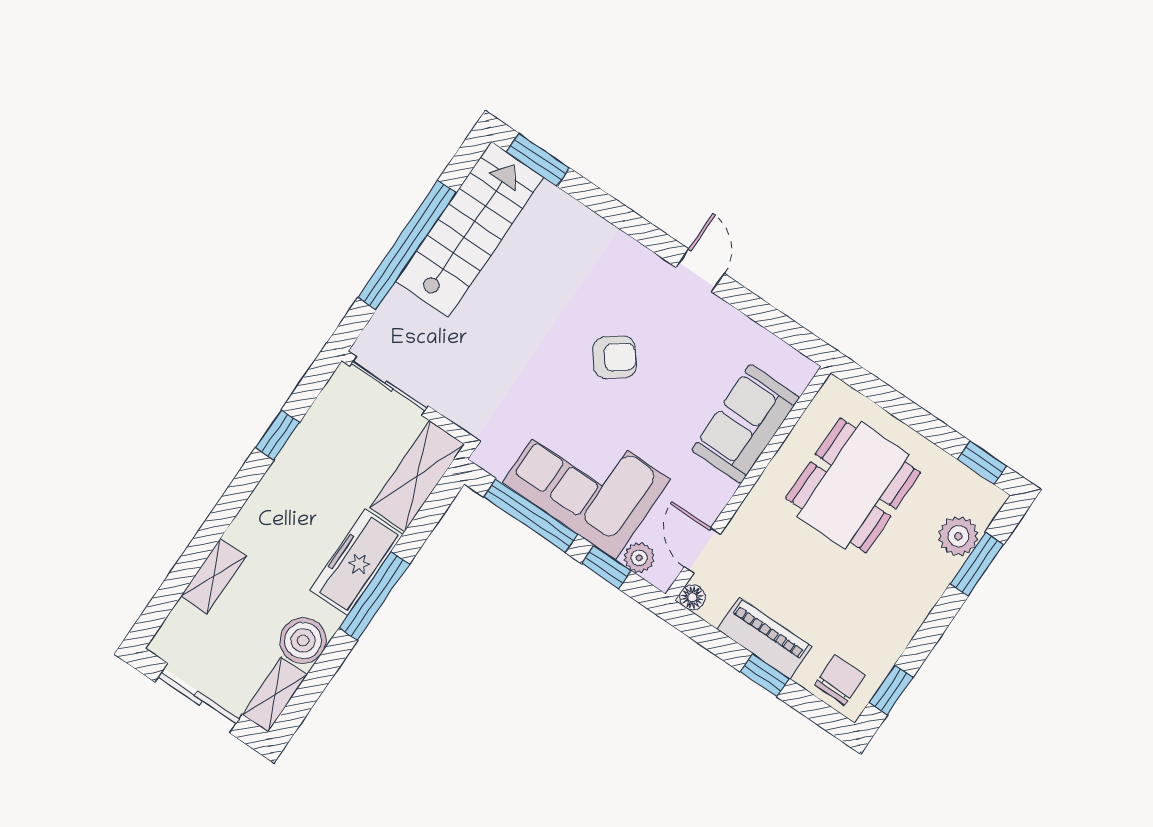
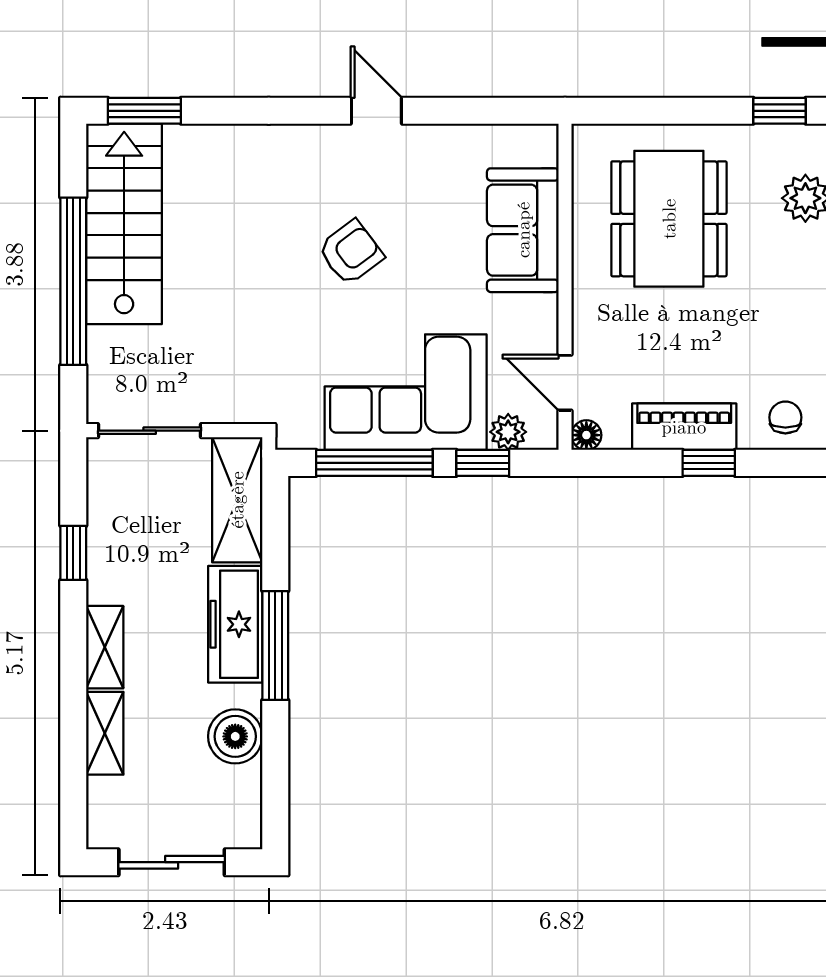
chair: (840, 680) -> (785, 417), width x0.73, depth x0.73
shelving: (275, 695) -> (105, 647), moved

